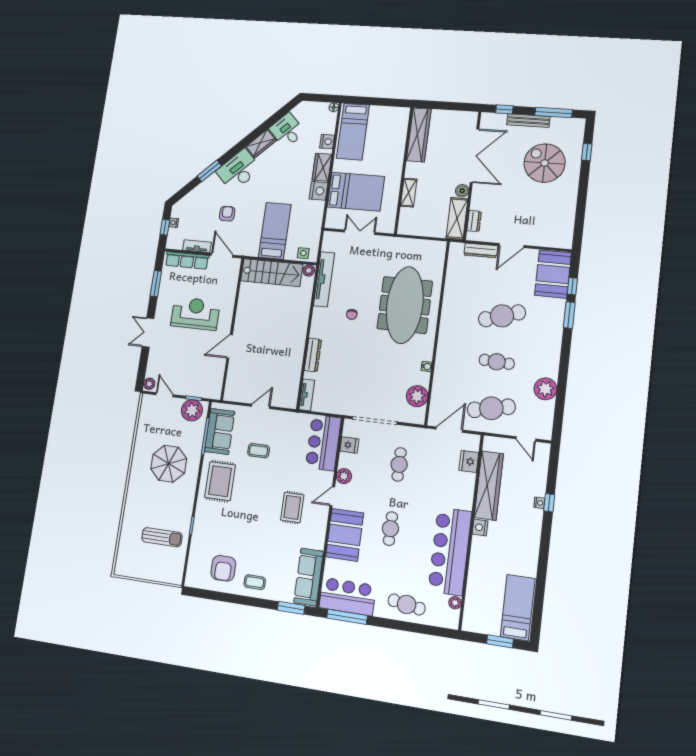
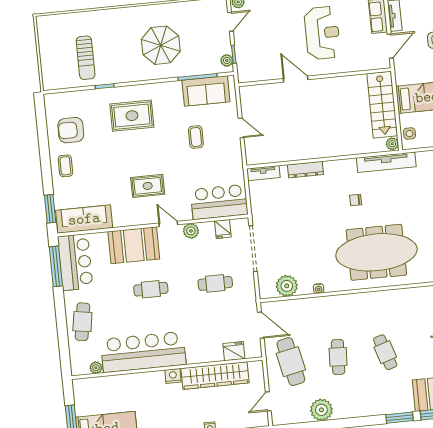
cafe table: (502, 316) -> (385, 352), width x0.73, depth x0.74
plant: (192, 410) -> (227, 60), width x0.53, depth x0.53
rug: (220, 481) -> (132, 116), moved

